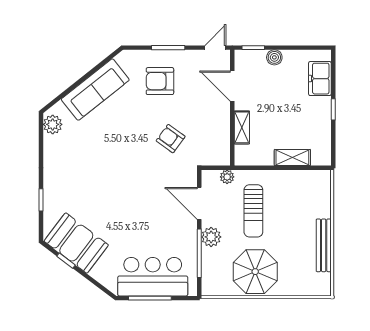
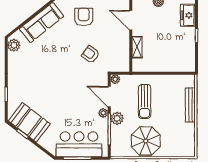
armchair: (160, 81) -> (84, 17), turned 90
shelving: (292, 158) -> (170, 67), removed
plant: (227, 177) -> (115, 79), moved
plant: (190, 229) -> (103, 113), added
bench: (324, 245) -> (190, 105), moved

